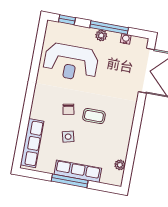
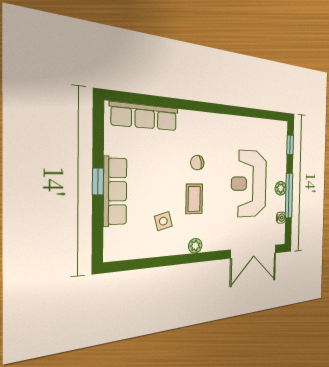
reception desk: (71, 62) -> (249, 184), moved
side table: (68, 137) -> (163, 221), moved
plant: (120, 165) -> (195, 246), moved
window: (70, 181) -> (98, 182), width x0.46

